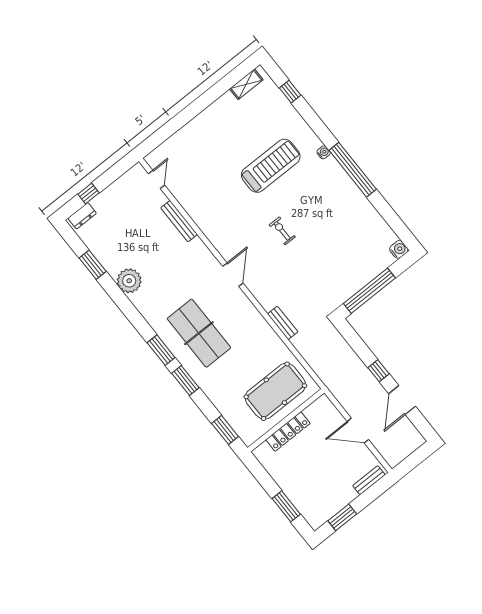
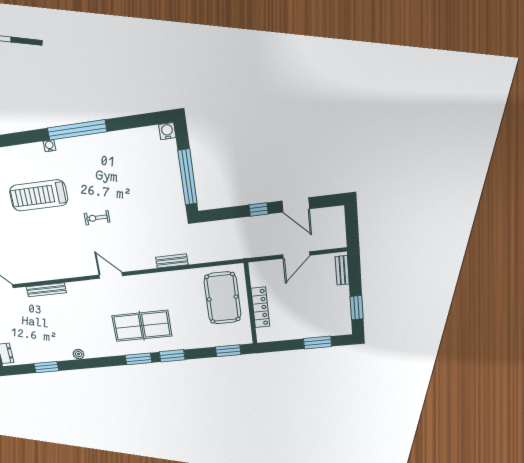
treadmill: (271, 166) -> (39, 195), turned -90
plant: (129, 281) -> (78, 354), width x0.53, depth x0.53

